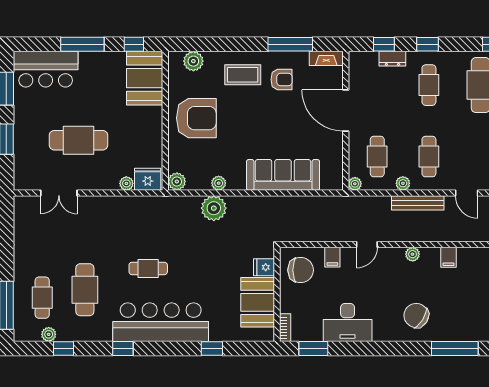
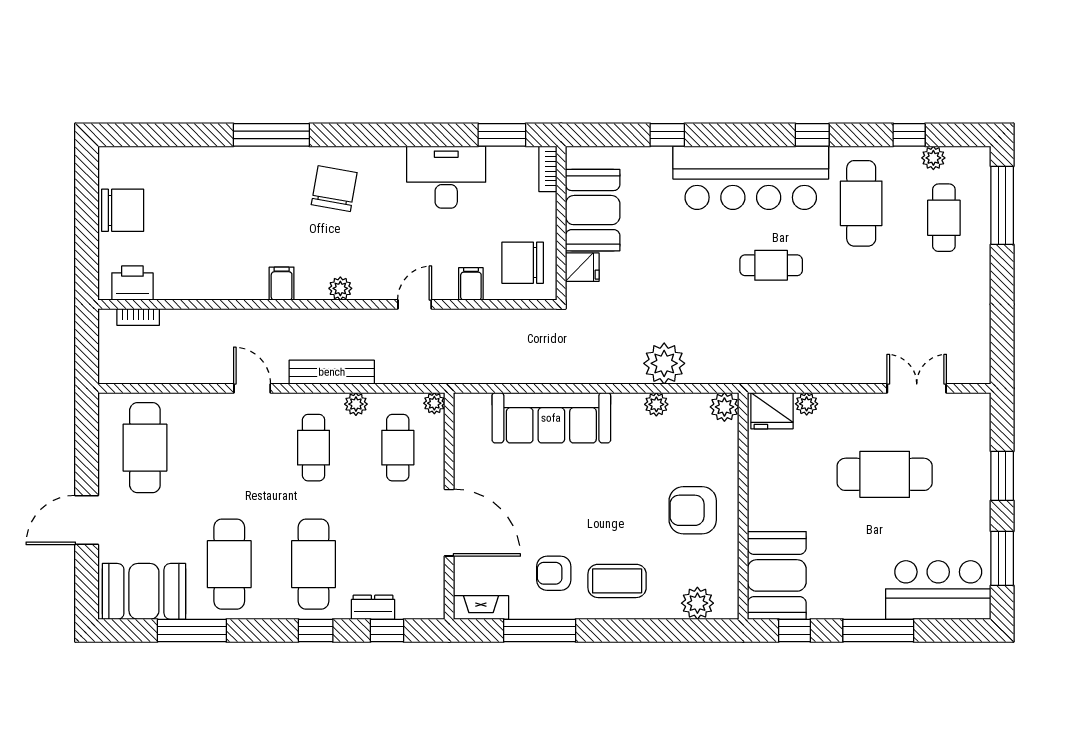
cafe table: (429, 85) -> (314, 564), width x1.37, depth x1.35
armchair: (196, 118) -> (693, 510), width x0.73, depth x0.73
cafe table: (85, 290) -> (861, 203), moved
chair: (416, 315) -> (334, 189), turned -112

